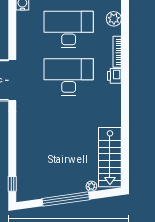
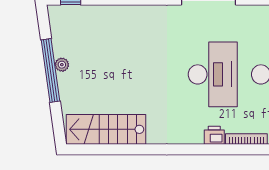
plant: (91, 186) -> (62, 65), moved

